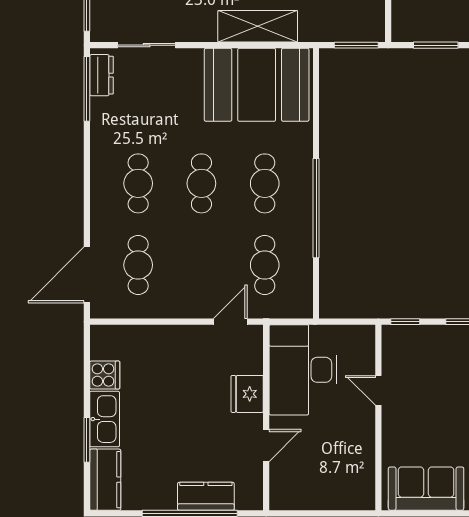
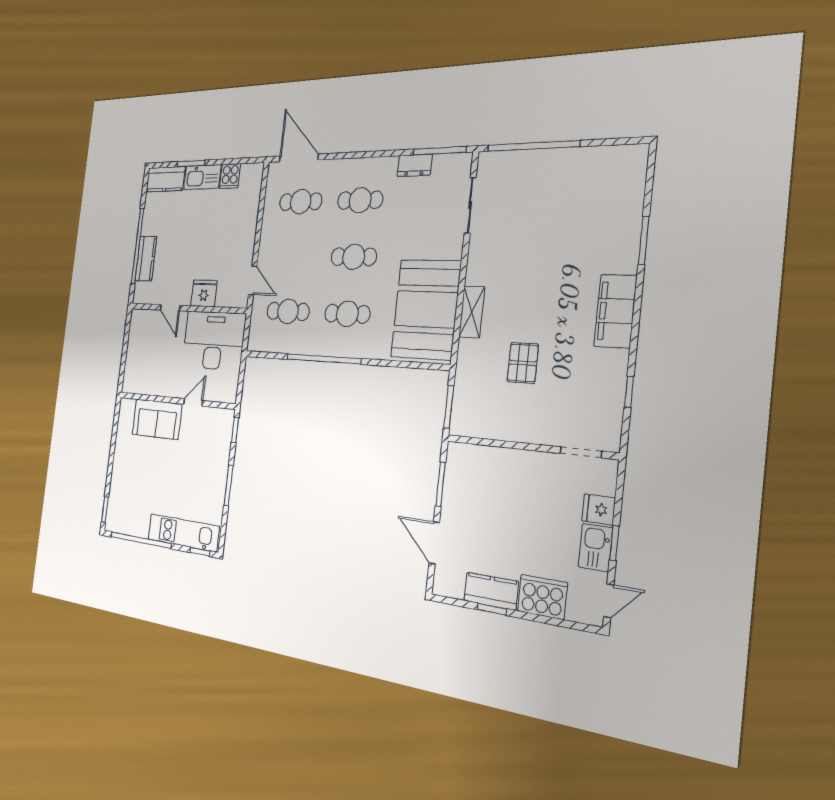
shelving: (258, 26) -> (472, 312), width x0.67, depth x0.75
dresser: (101, 75) -> (415, 165), moved
sofa: (426, 489) -> (157, 419), moved, turned 90

